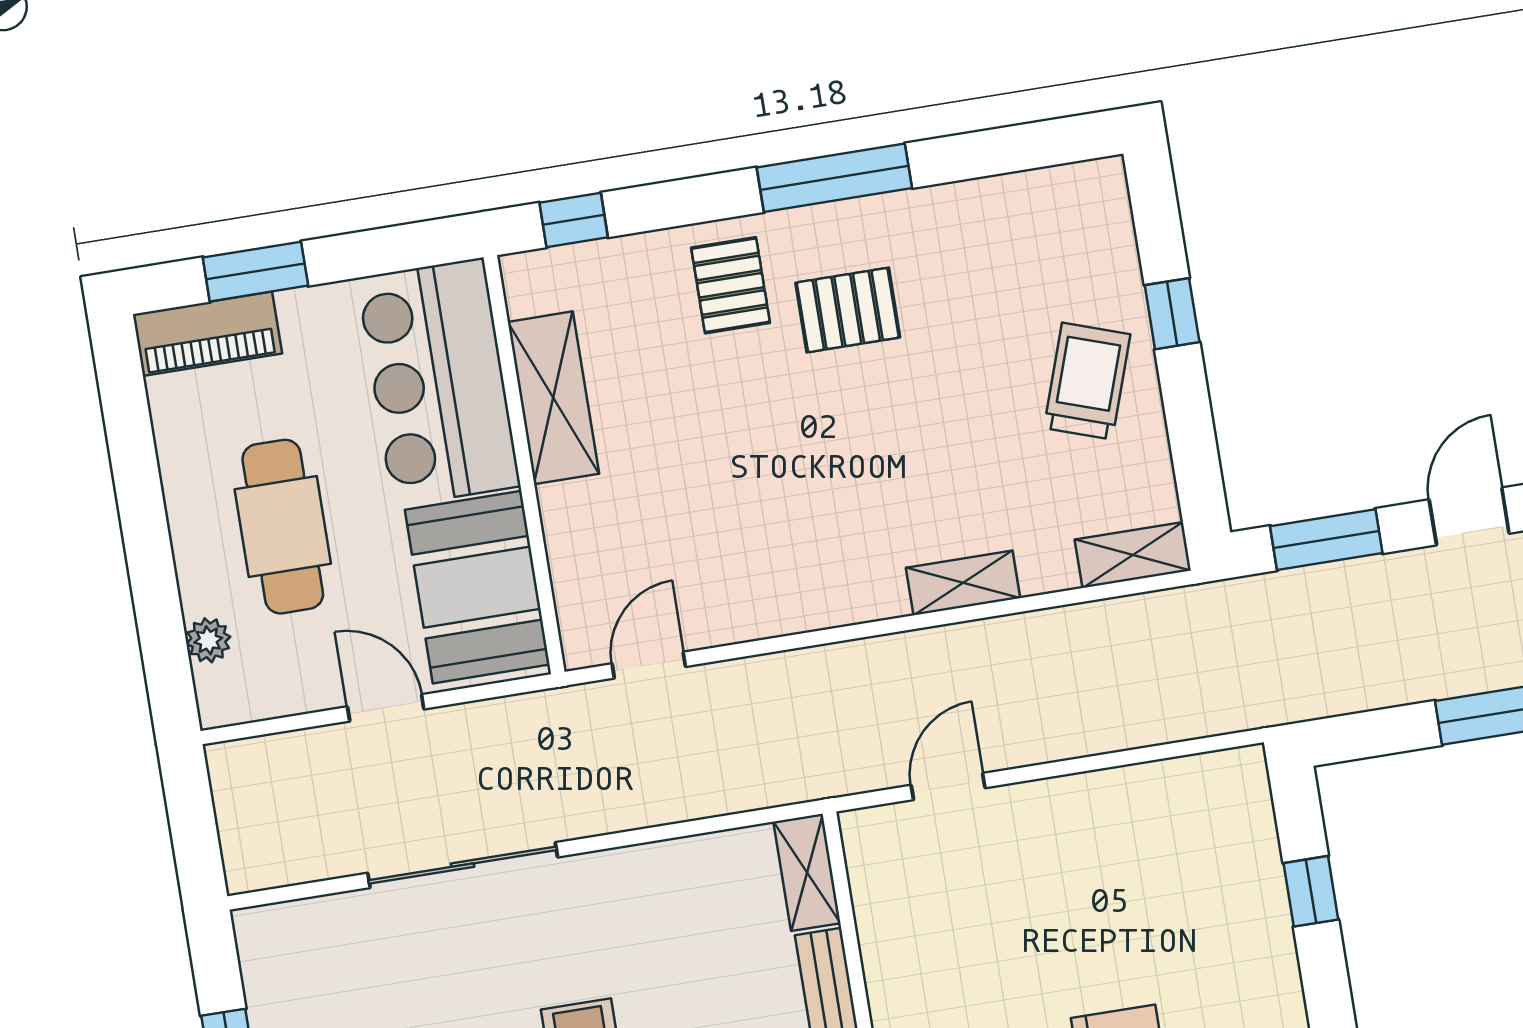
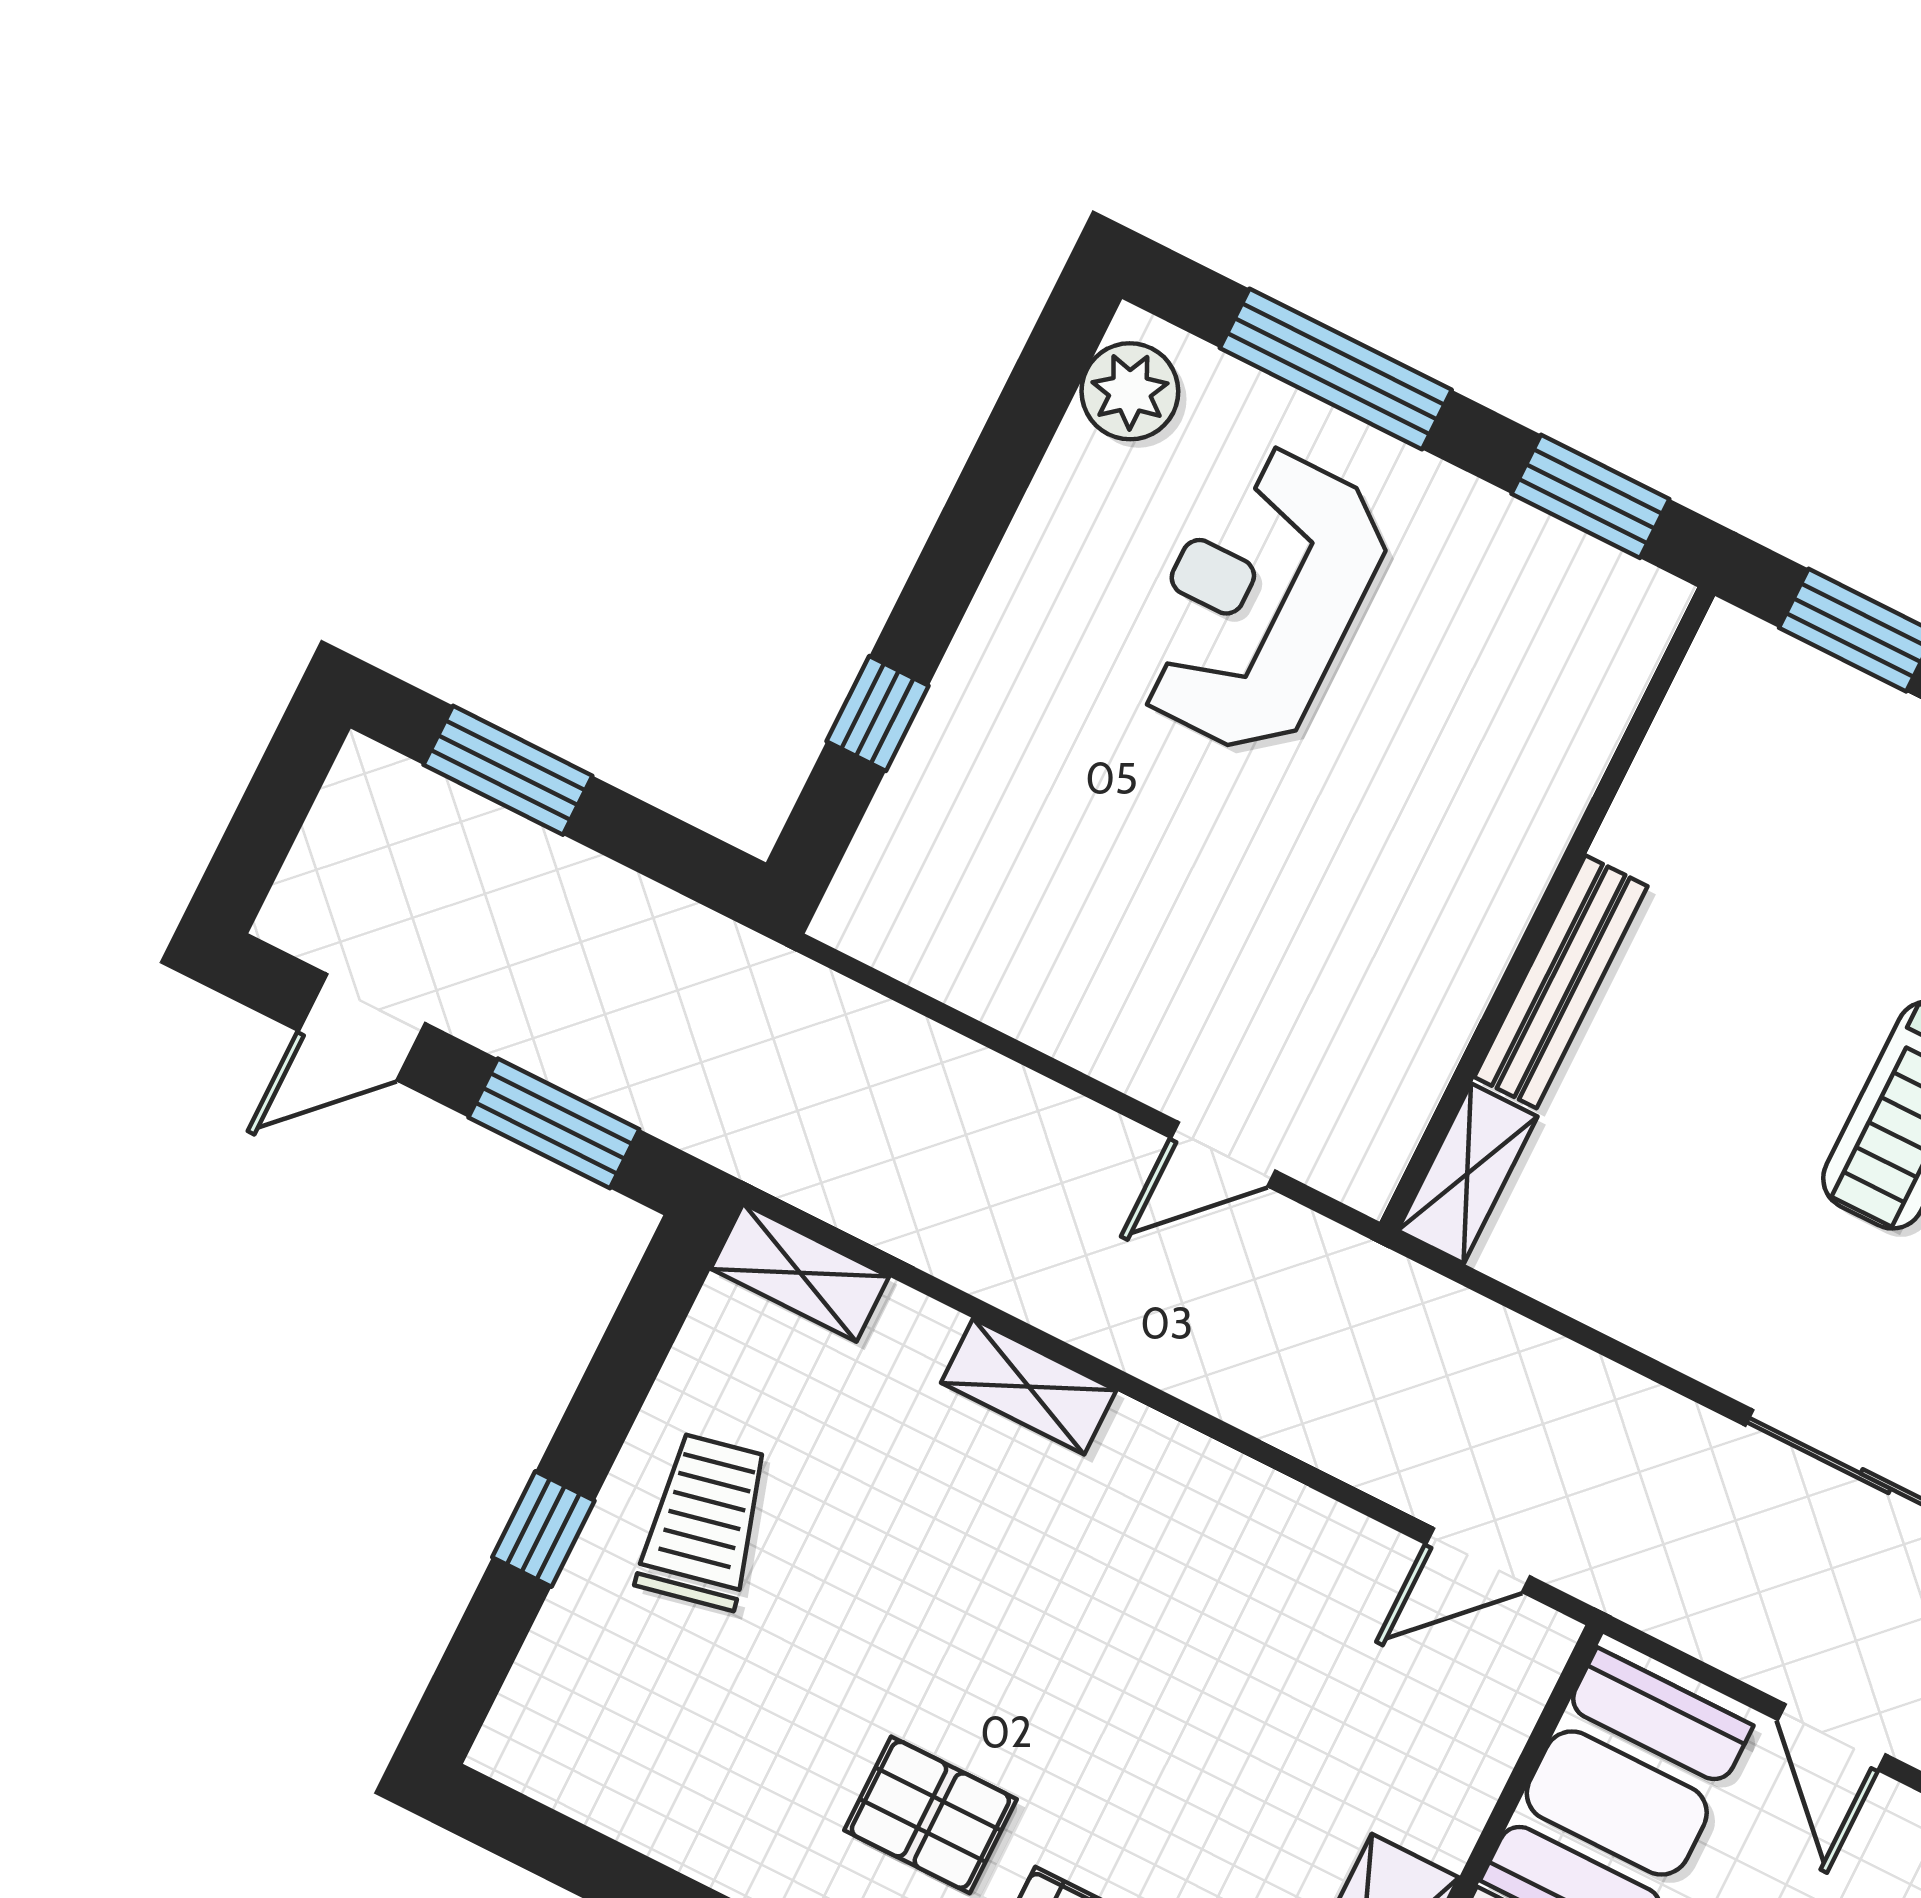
trolley: (1087, 381) -> (704, 1521), turned 149

